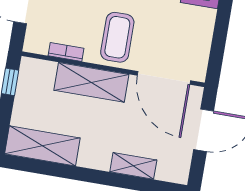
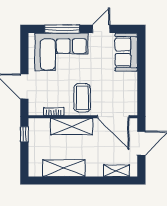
shelving: (42, 146) -> (64, 168), moved
shelving: (133, 166) -> (116, 171), moved

